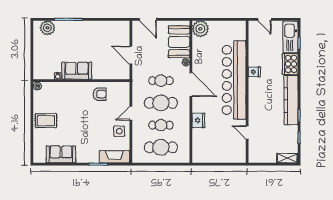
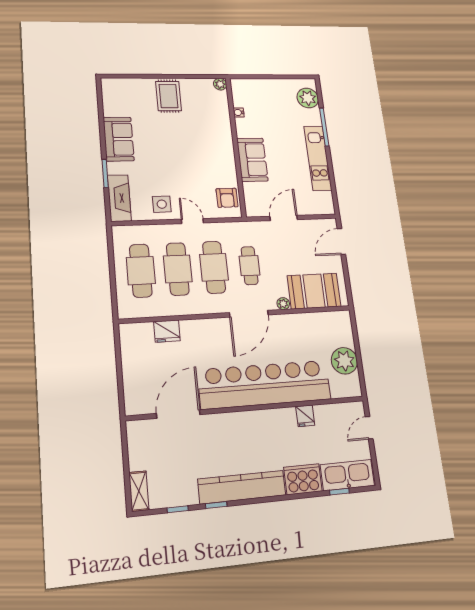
kitchen unit: (91, 27) -> (318, 158), added
plant: (200, 29) -> (344, 361), moved
sofa: (77, 71) -> (252, 160), moved
fridge: (254, 72) -> (305, 416), moved
armchair: (100, 94) -> (227, 198), moved
fridge: (198, 120) -> (167, 331), moved
cafe table: (161, 125) -> (178, 269), width x1.37, depth x1.35
door: (247, 133) -> (178, 414), width x1.88
sofa: (61, 154) -> (119, 139), moved

